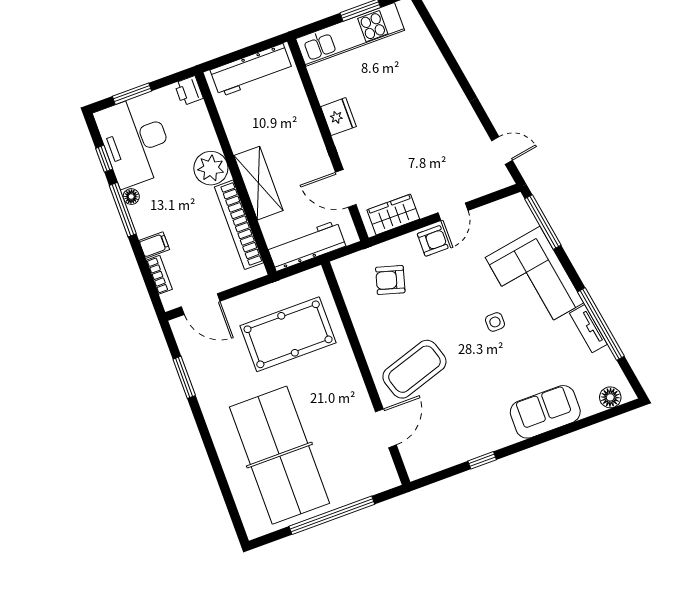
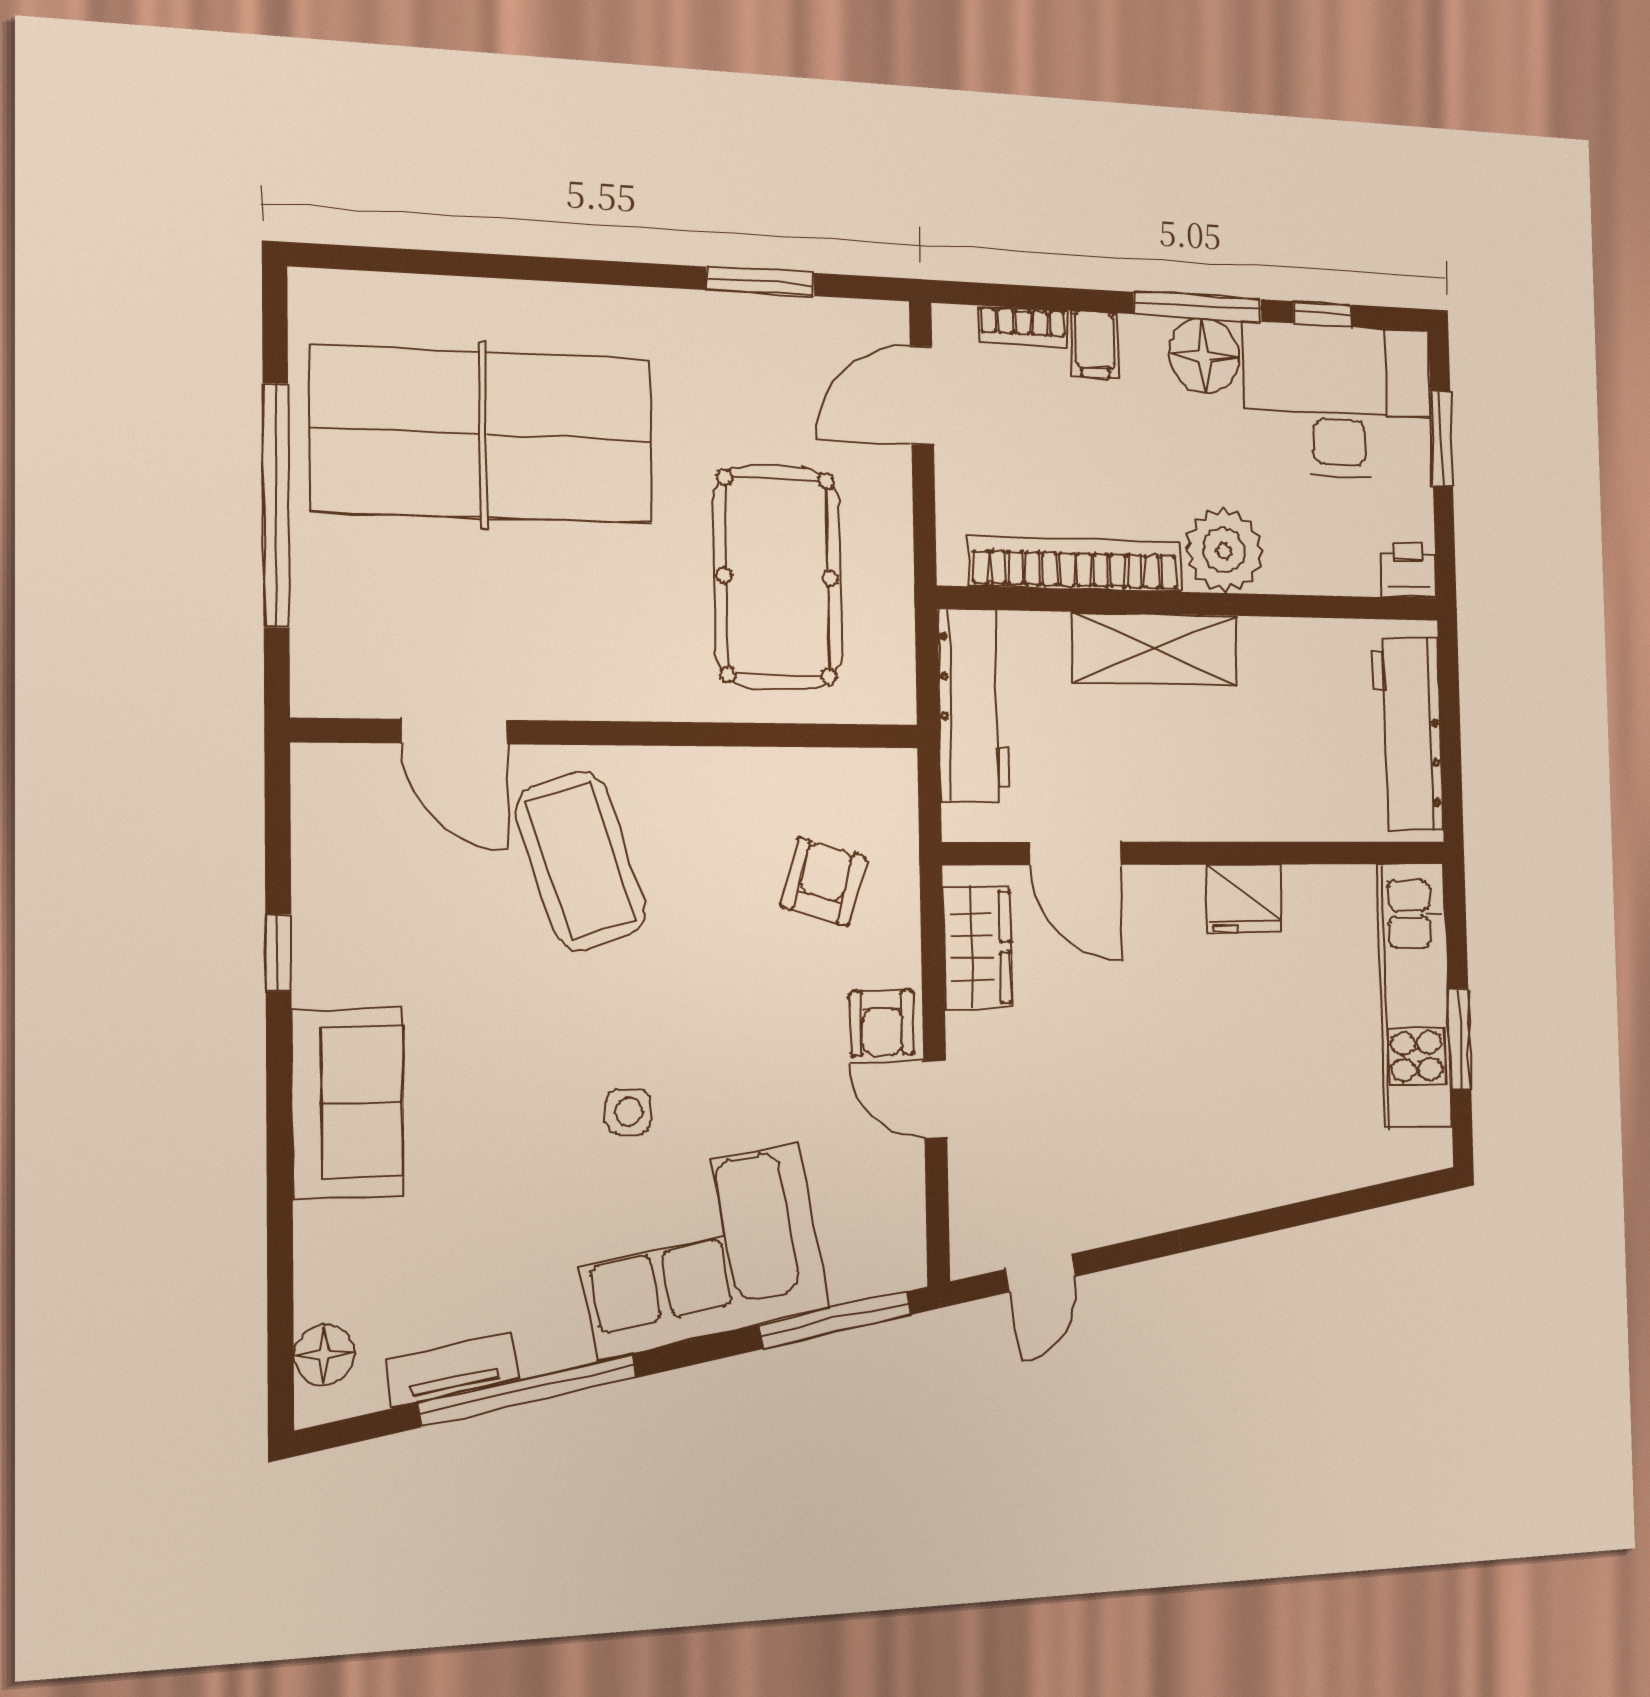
door: (346, 188) -> (1076, 853), swing flipped
floor lamp: (131, 197) -> (1204, 356), width x1.89, depth x1.89
tv unit: (588, 329) -> (452, 1369), moved
sofa: (545, 412) -> (347, 1103), moved

